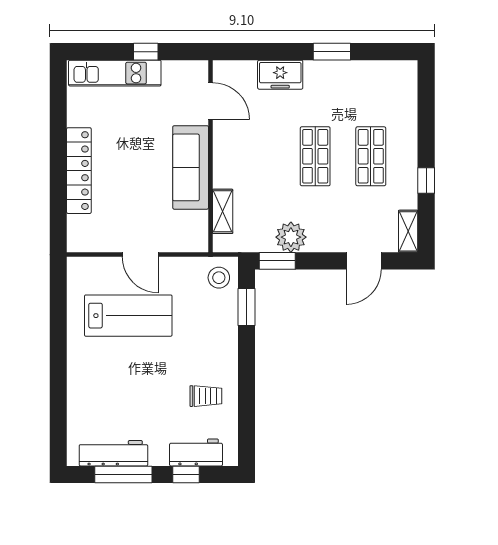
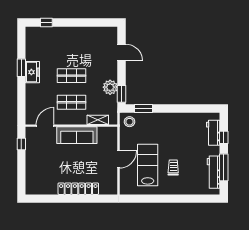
window: (146, 52) -> (21, 144), moved
kitchen unit: (115, 73) -> (32, 172), removed
freezer: (280, 75) -> (32, 72), moved
shop shelf: (371, 156) -> (71, 102), moved
window: (426, 180) -> (46, 23), moved
shelving: (408, 231) -> (107, 31), removed
trolley: (206, 396) -> (173, 168), moved

